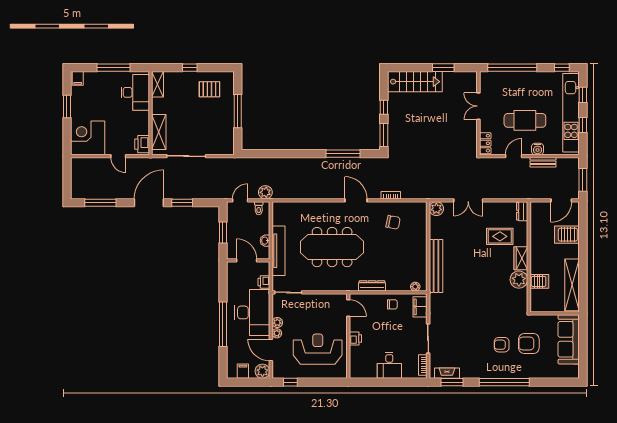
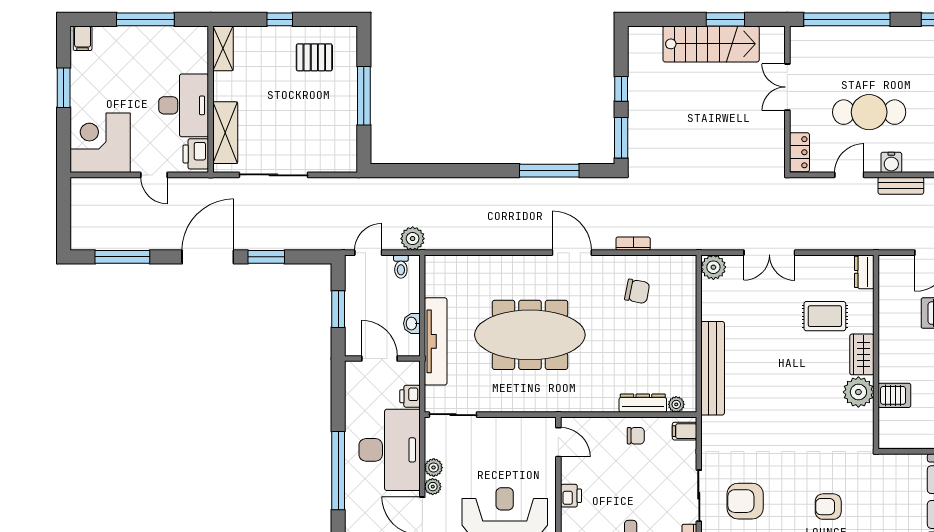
stairs: (415, 82) -> (711, 44), moved
desk: (135, 92) -> (184, 105), moved
dresser: (372, 286) -> (643, 403), moved
filing cabinet: (420, 307) -> (685, 431), width x0.50
armchair: (529, 344) -> (745, 501), moved

